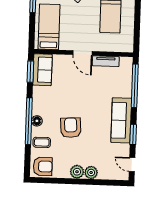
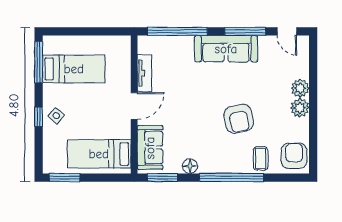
sofa: (43, 70) -> (150, 148), moved, turned 90
floor lamp: (37, 121) -> (190, 166), moved
armchair: (71, 128) -> (239, 119), turned -97
window: (133, 135) -> (245, 31), width x1.44
door: (132, 164) -> (287, 31), hinge flipped

